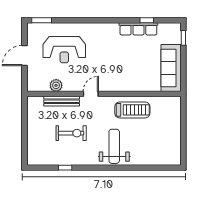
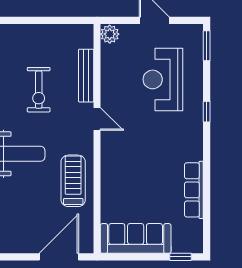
window: (147, 20) -> (207, 112), moved
plant: (56, 85) -> (110, 34), moved
treadmill: (132, 110) -> (73, 181), turned 180
door: (183, 120) -> (59, 257), added

